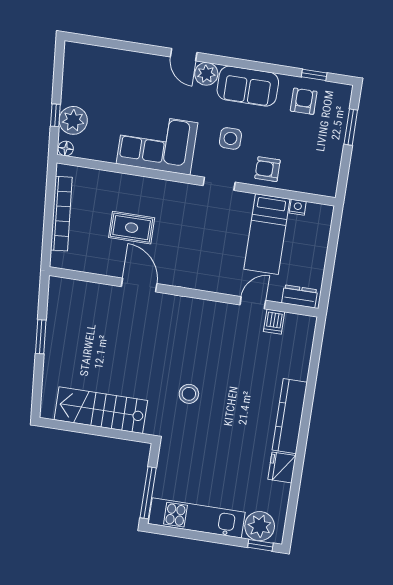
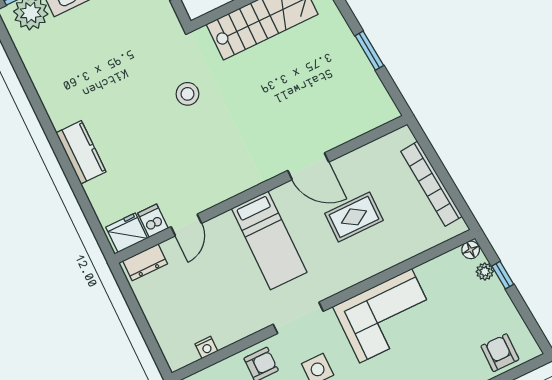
armchair: (95, 62) -> (500, 353), added
plant: (73, 120) -> (485, 271), width x0.53, depth x0.53
doorway: (219, 184) -> (298, 318), width x1.38
bed: (267, 234) -> (269, 240), moved, turned 180
kitchen counter: (290, 416) -> (81, 152), width x0.67
fridge: (282, 467) -> (127, 233), moved, turned -90

